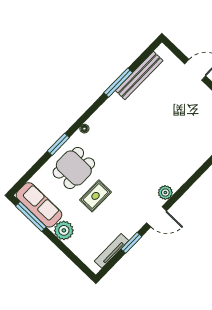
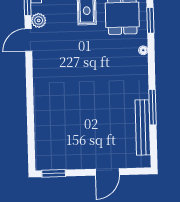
plant: (165, 193) -> (39, 20), moved

